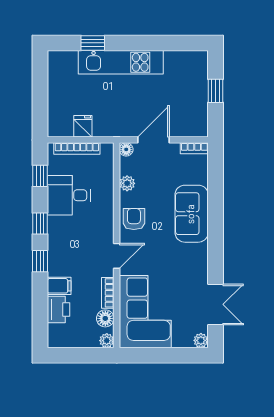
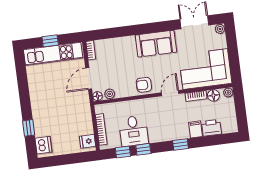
dishwasher: (65, 61) -> (43, 145), added
kitchen unit: (121, 62) -> (53, 54), moved, turned 90
fridge: (83, 126) -> (88, 141), moved
door: (153, 140) -> (89, 79), hinge flipped
plant: (127, 183) -> (110, 94), moved
sofa: (192, 214) -> (156, 44), moved
window: (40, 224) -> (143, 149), moved
door: (117, 256) -> (170, 93), hinge flipped

